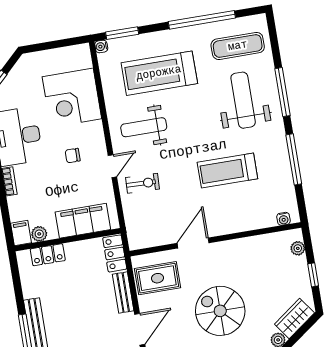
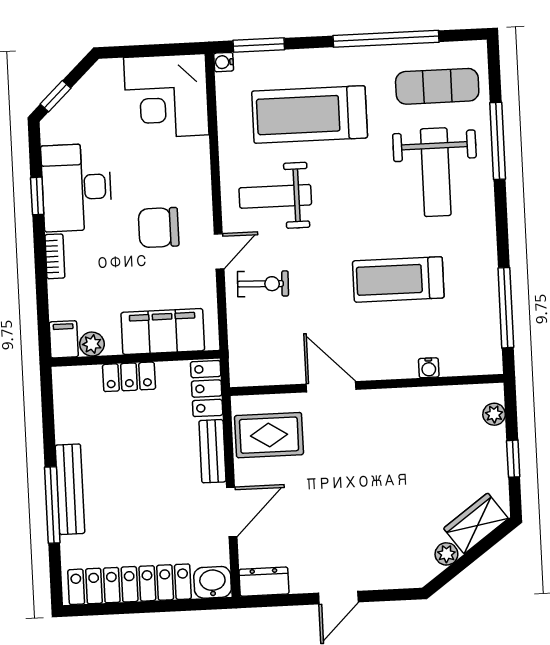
window: (282, 92) -> (498, 141), moved
corner desk: (72, 98) -> (166, 96), moved
weight bench: (243, 100) -> (436, 172), turned 180
chair: (73, 156) -> (159, 228), width x1.87, depth x1.87
window: (294, 159) -> (506, 308), moved
water cooler: (284, 219) -> (429, 368), moved
door: (193, 243) -> (331, 387), hinge flipped
locker: (48, 255) -> (129, 377), moved
spiral stairs: (220, 311) -> (361, 498), removed

